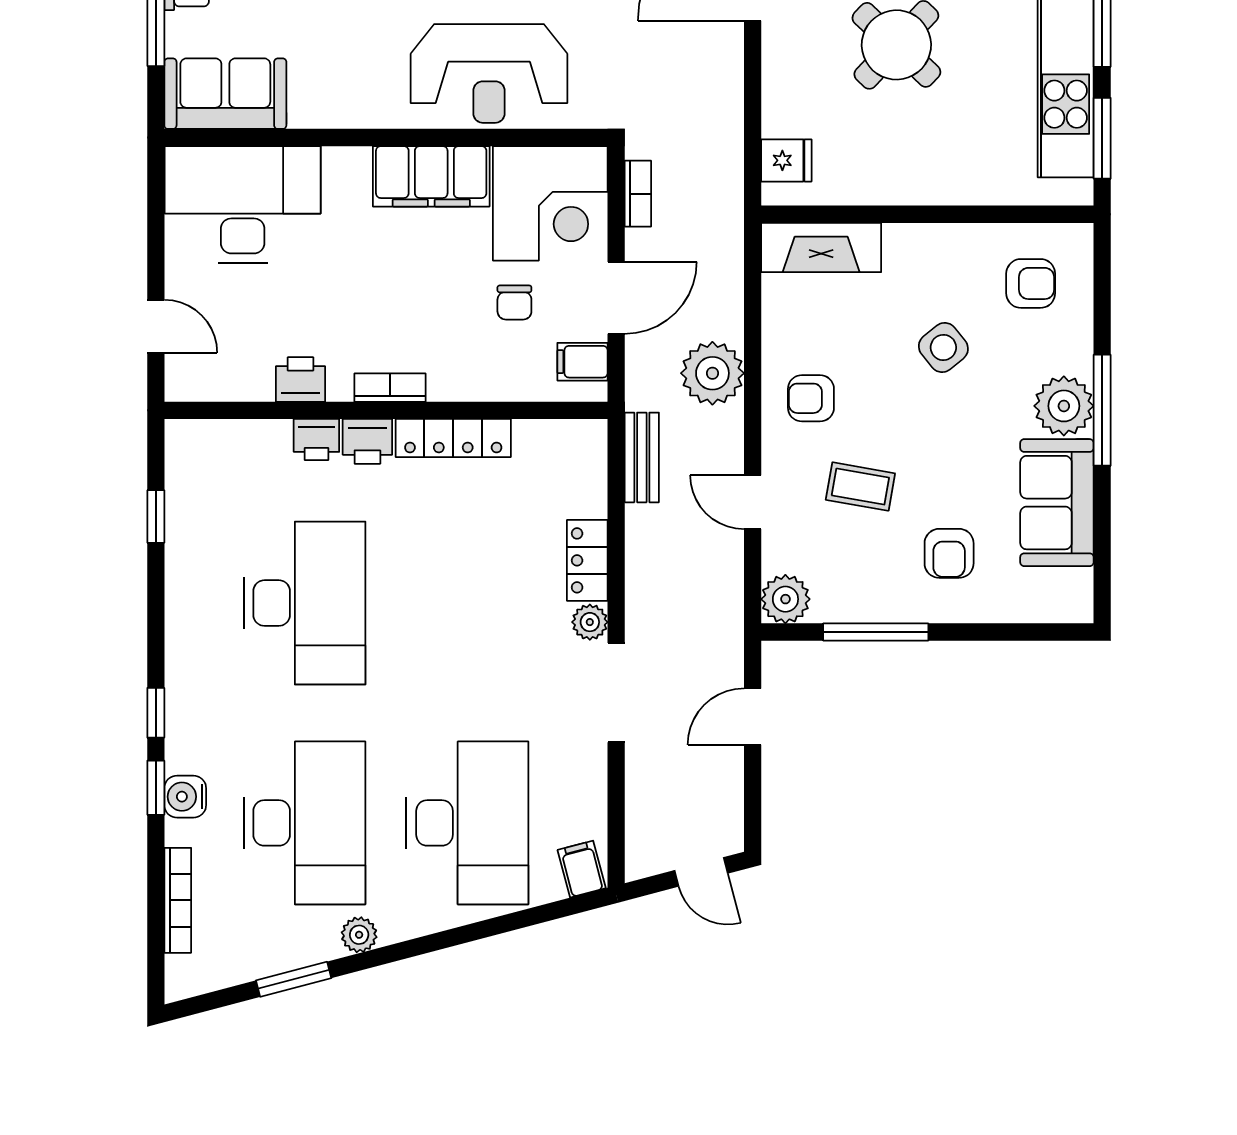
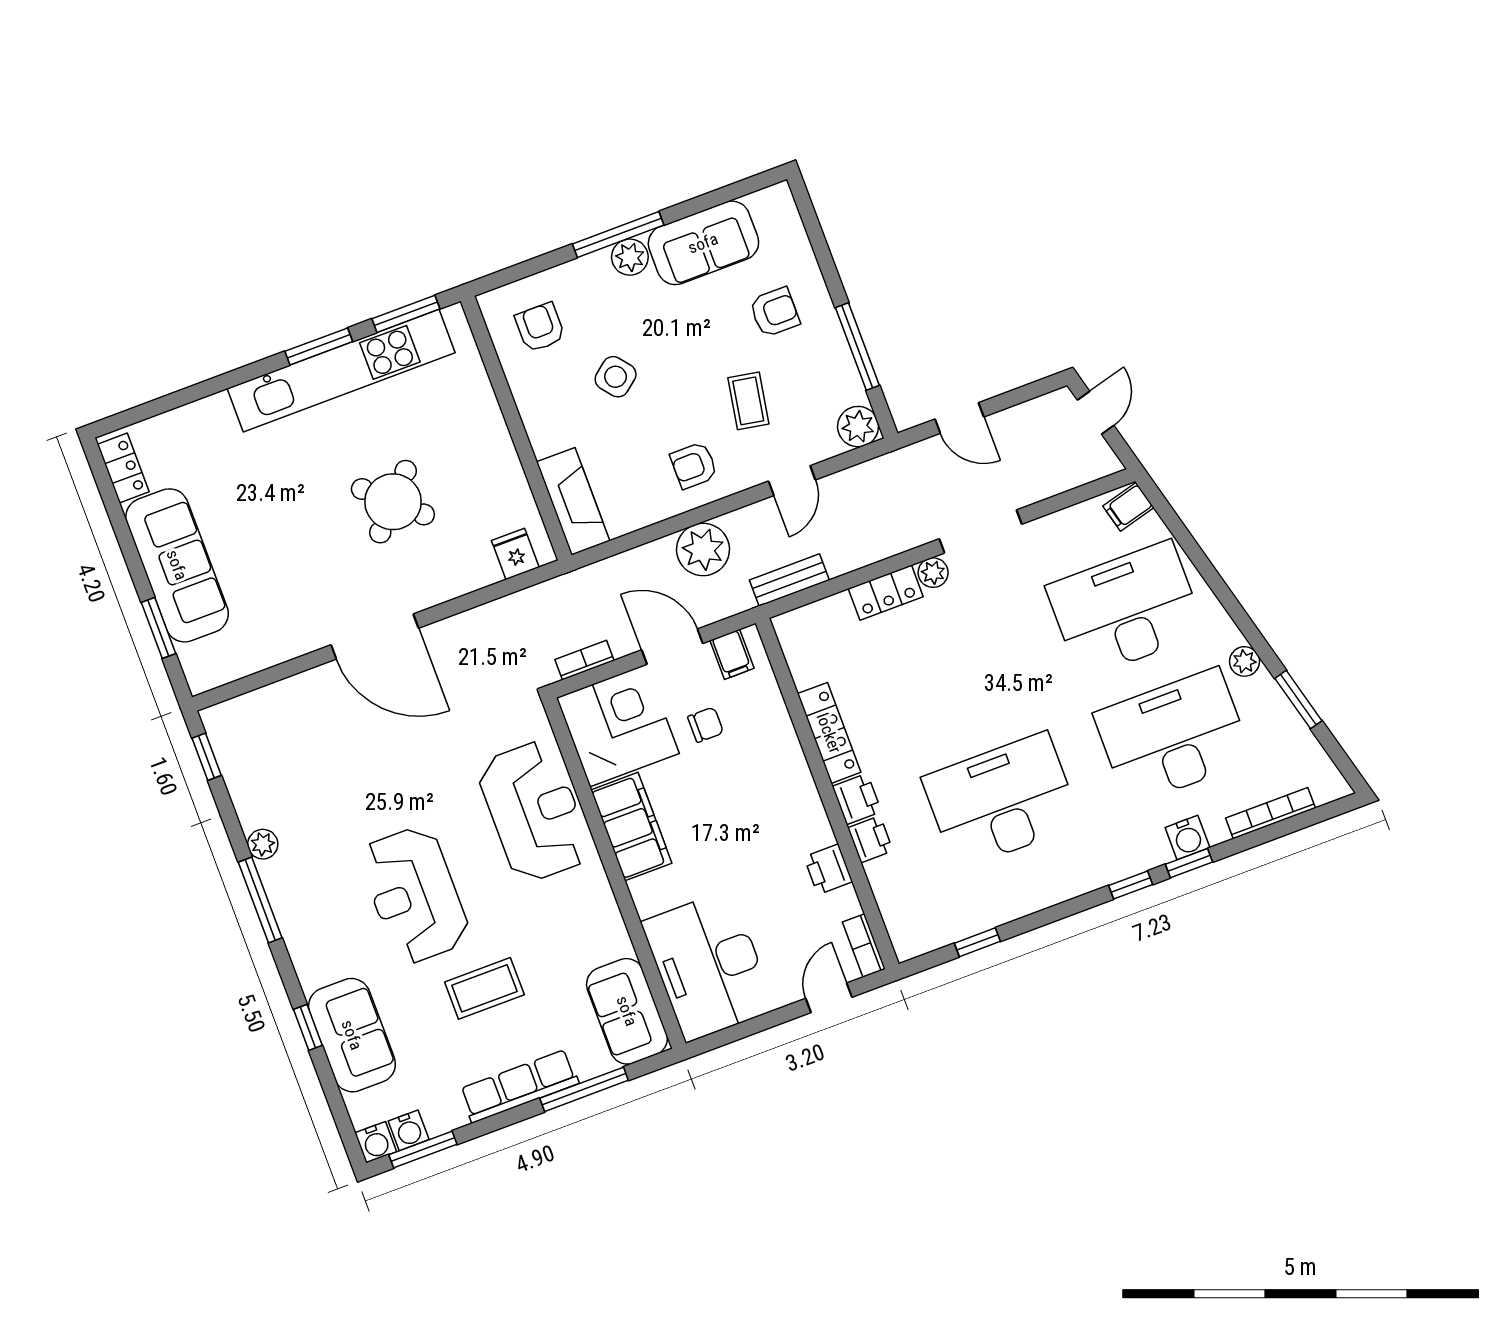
bookcase: (390, 388) -> (864, 945), moved
armchair: (811, 398) -> (694, 465), turned 90
plant: (1064, 406) -> (630, 257), width x0.73, depth x0.73

